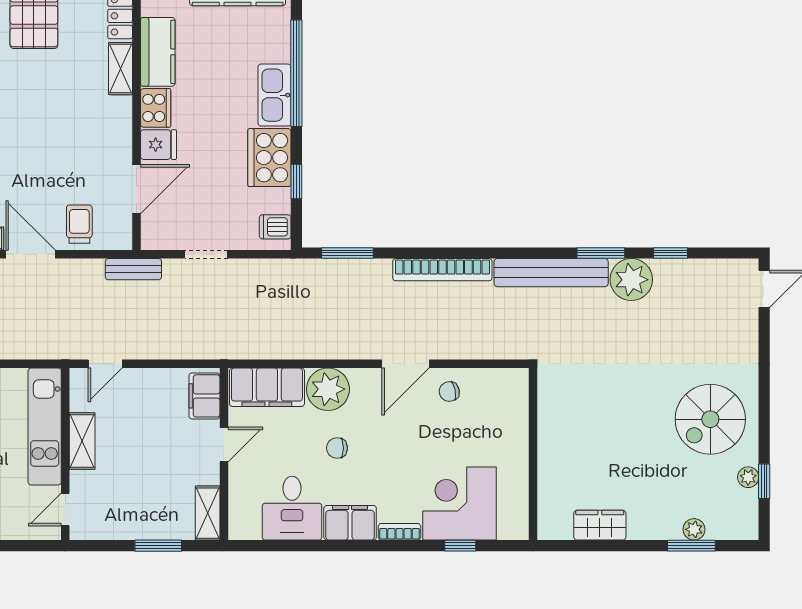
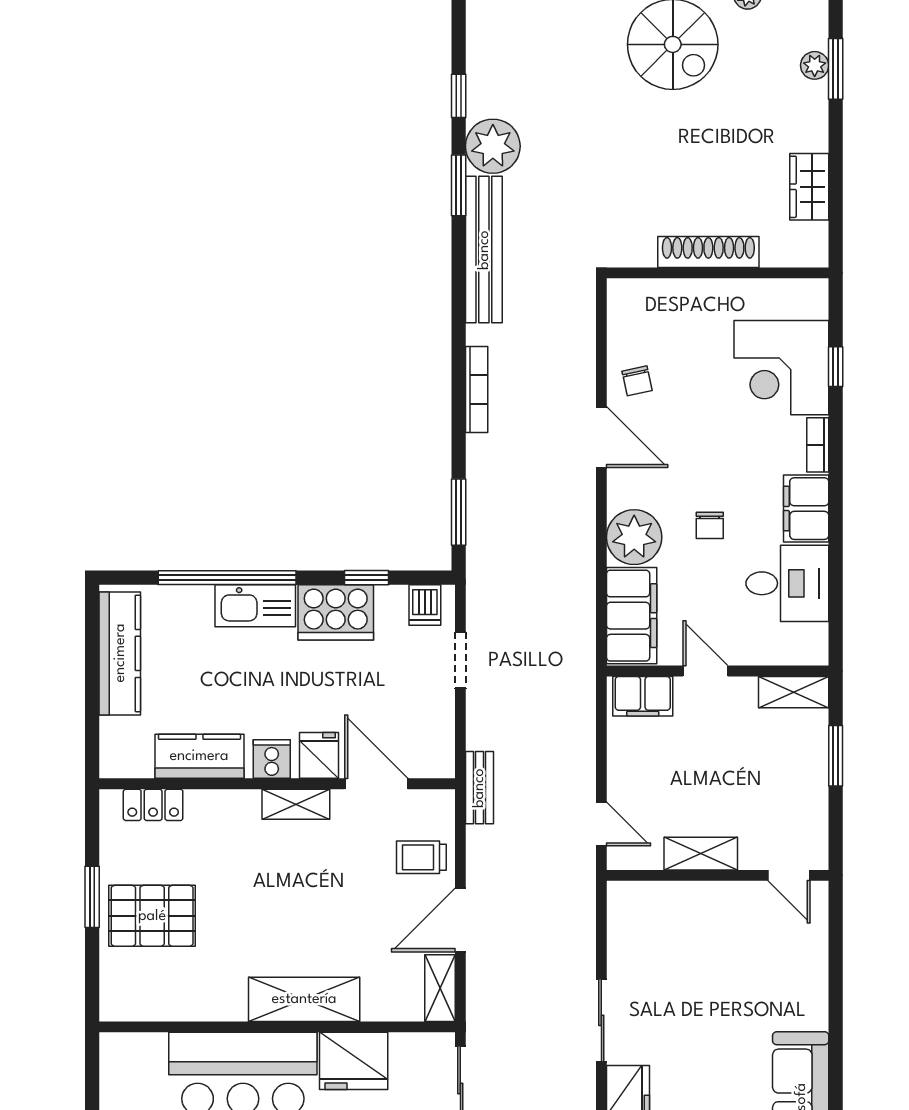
shelving: (120, 69) -> (296, 804), moved
cooker: (156, 108) -> (272, 759), width x0.73
doorway: (206, 254) -> (460, 660), moved
bookcase: (442, 270) -> (477, 390), width x0.68, depth x0.76
kitchen unit: (45, 426) -> (682, 902), removed
shoe rack: (549, 447) -> (708, 252), added

